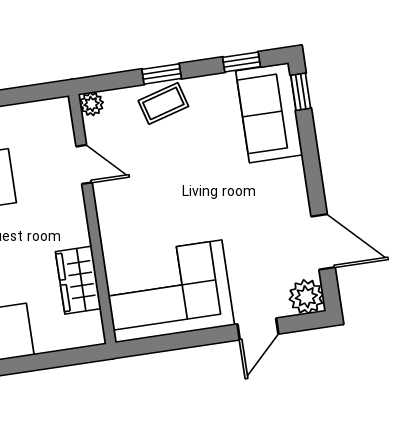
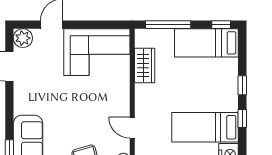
window: (47, 361) -> (168, 25), added

